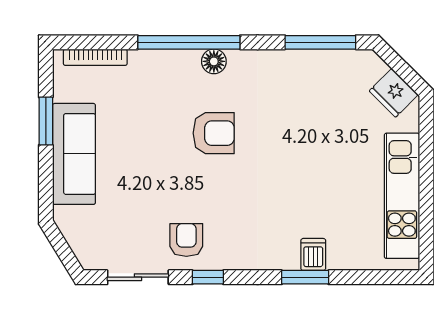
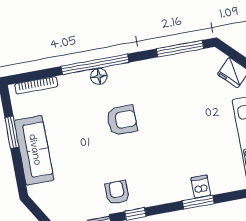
floor lamp: (214, 61) -> (99, 76), moved

